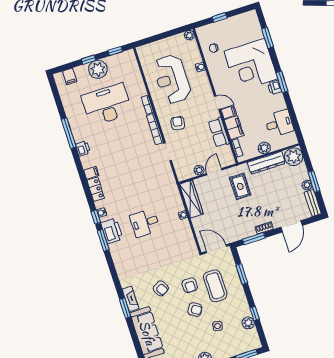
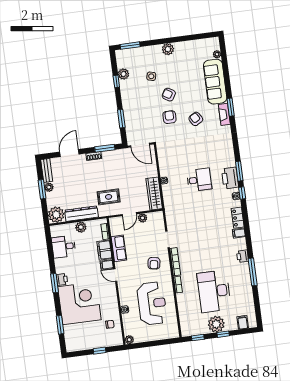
desk: (107, 105) -> (214, 291), turned 90
rug: (240, 186) -> (109, 197), turned 90
coffee table: (215, 286) -> (147, 112), removed

